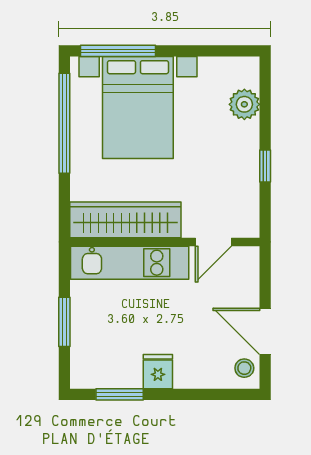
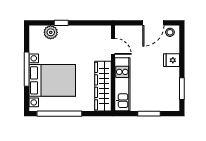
window: (118, 51) -> (27, 69), moved
window: (265, 166) -> (61, 23), moved
fridge: (158, 372) -> (172, 60), moved

